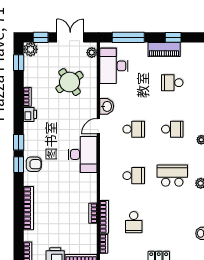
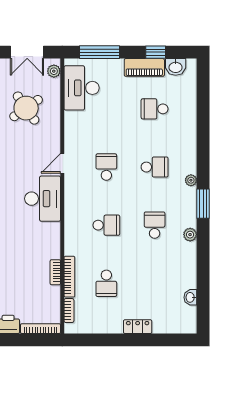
double door: (70, 37) -> (27, 52), swing flipped
washbasin: (107, 106) -> (176, 67), moved, turned 90
school desk: (134, 129) -> (106, 167), turned -90
school desk: (172, 176) -> (155, 225), width x0.54

